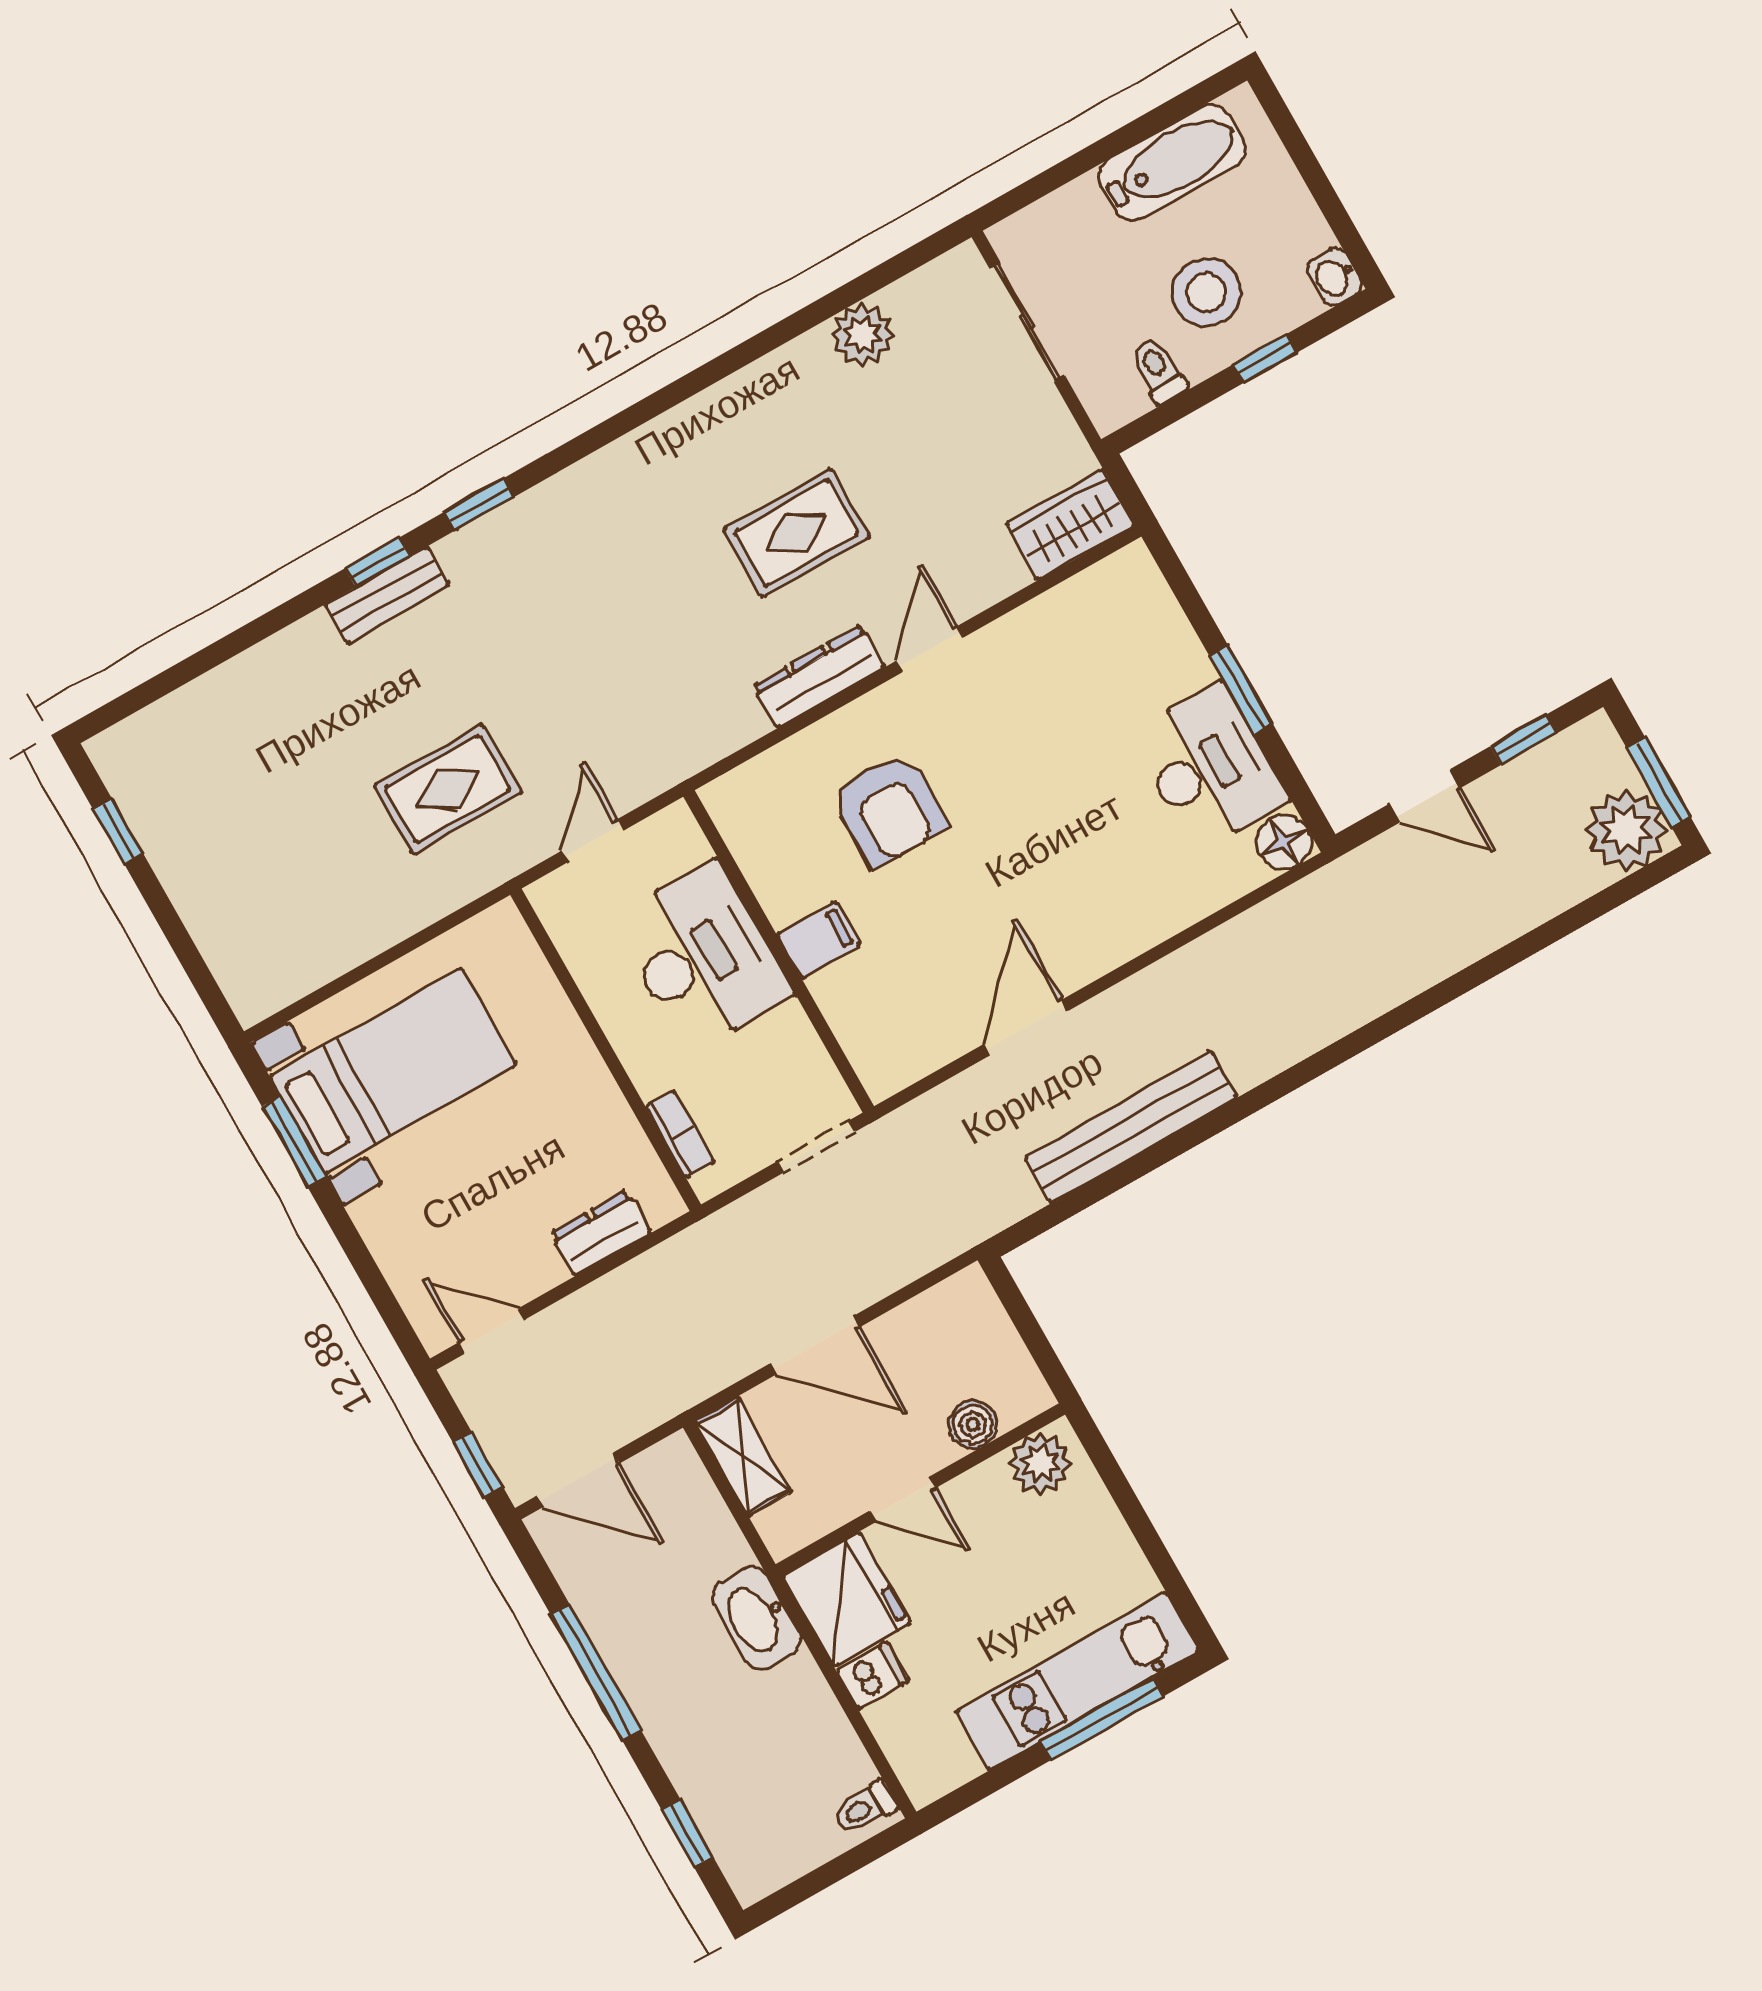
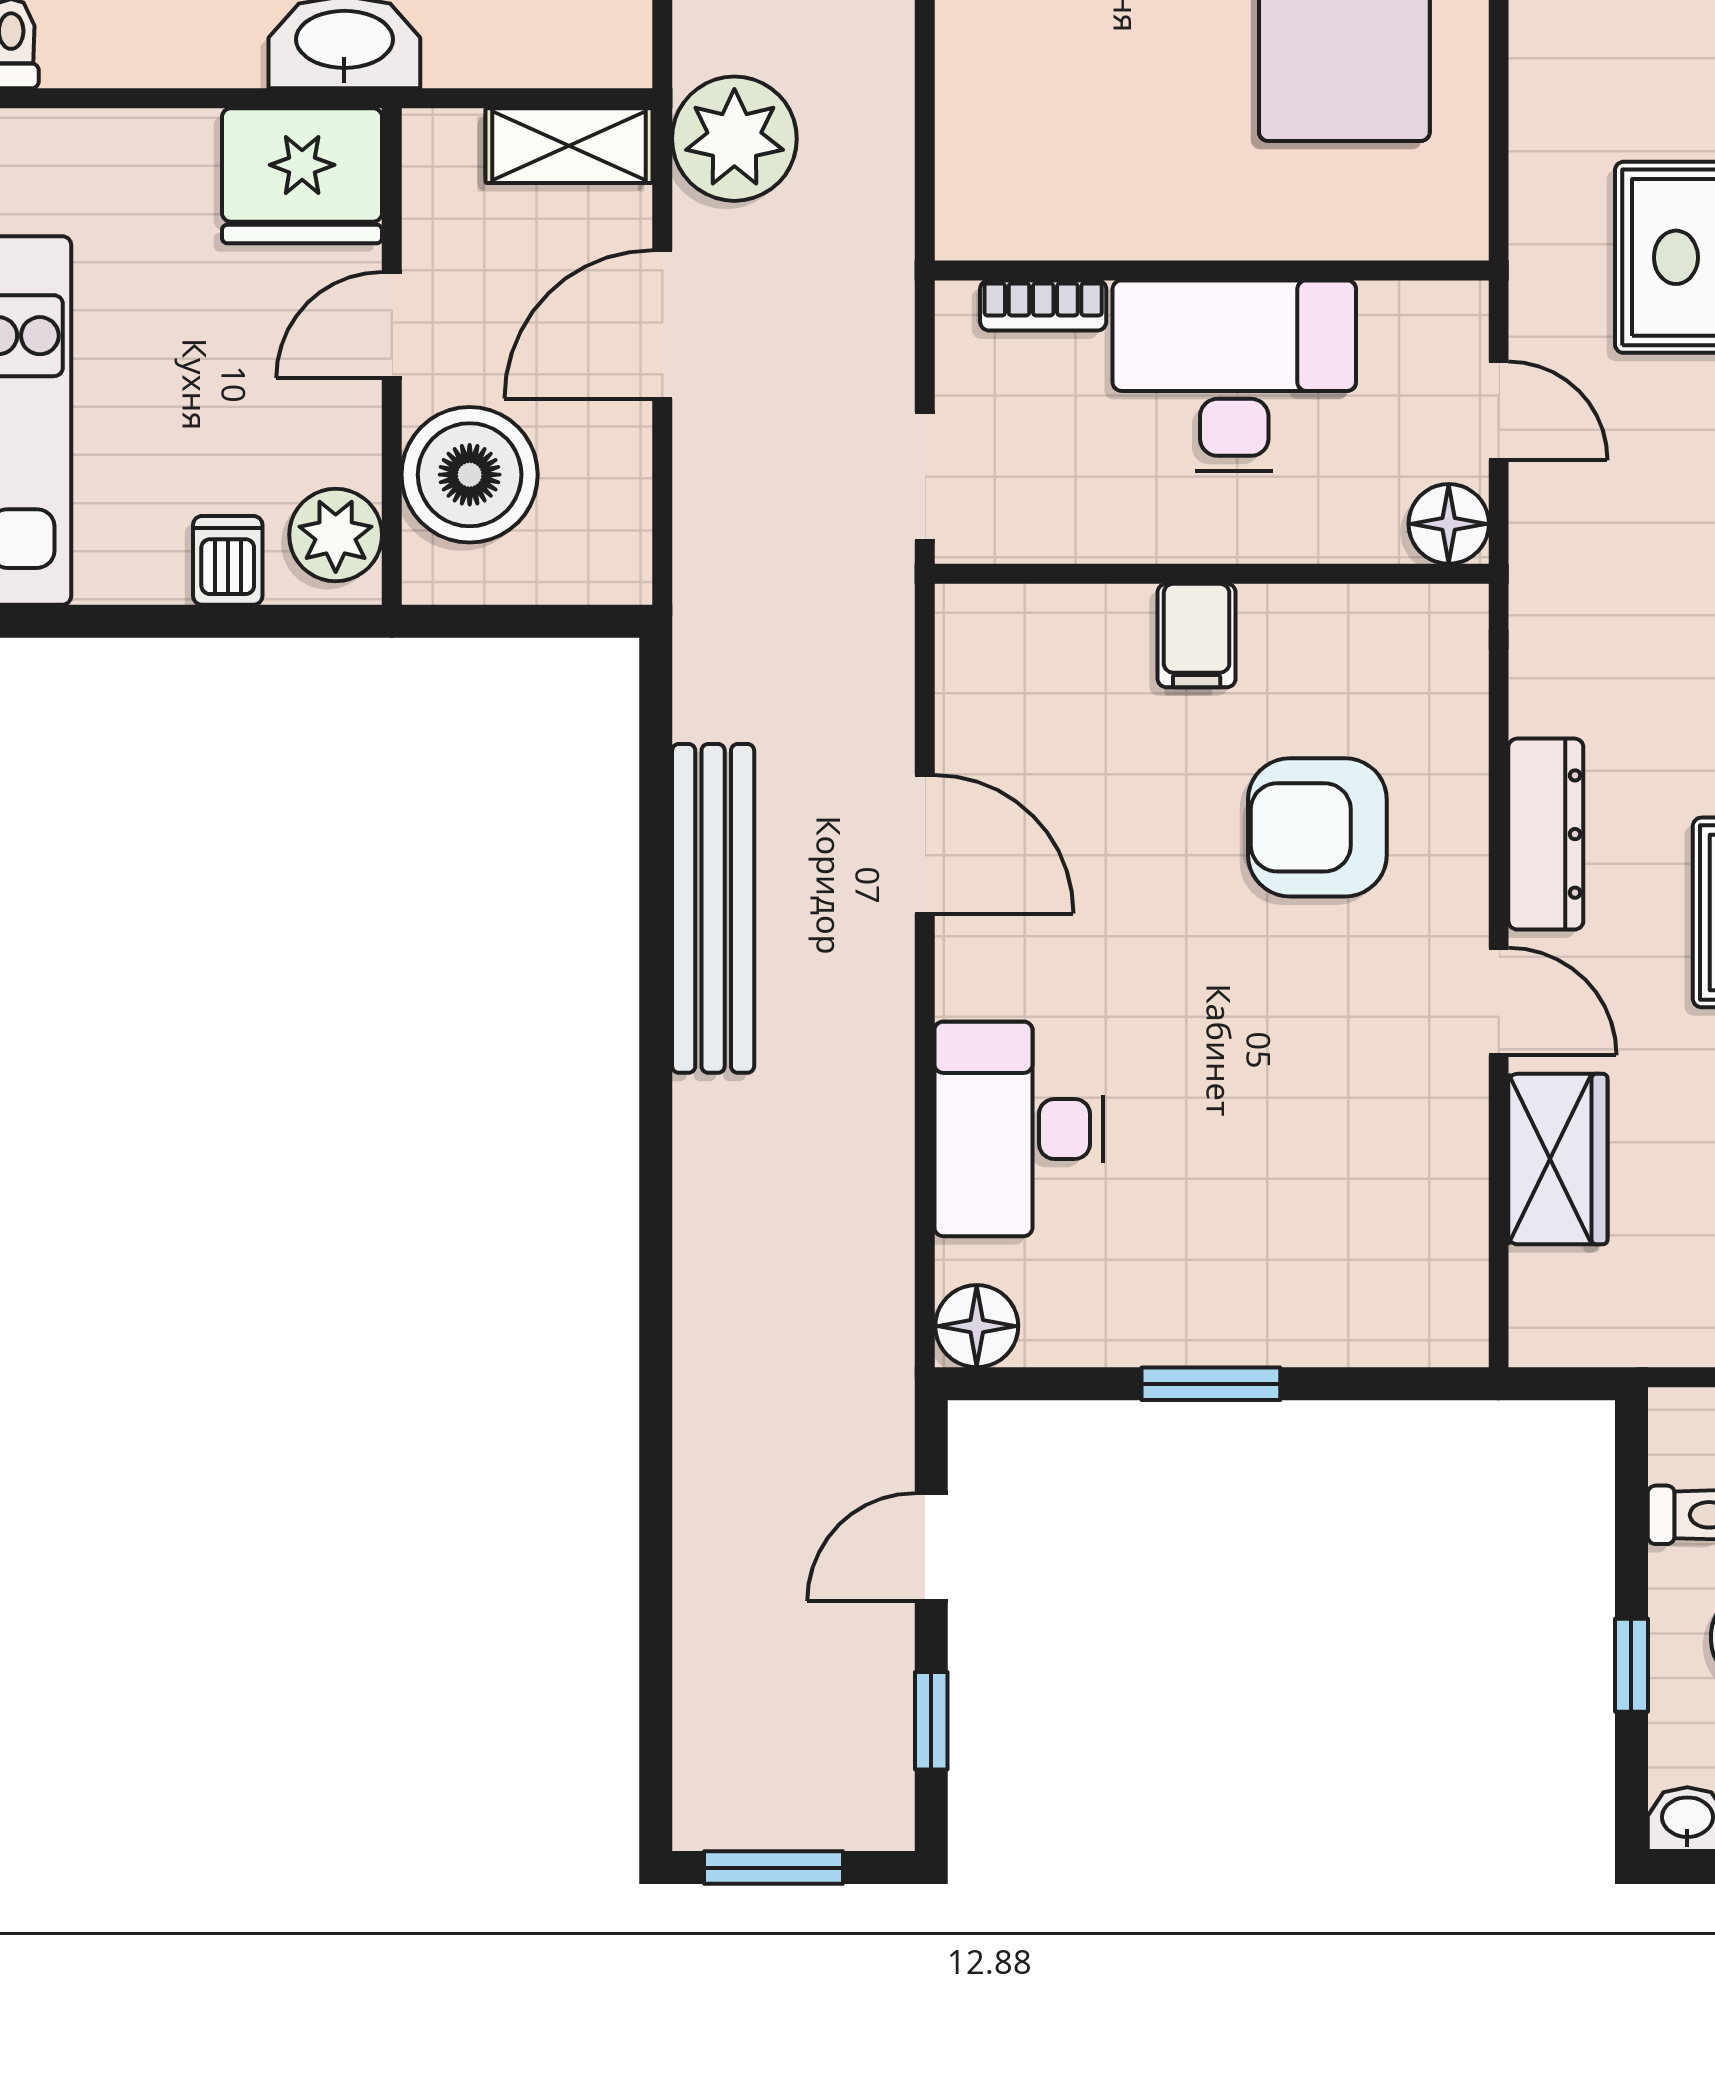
wardrobe: (1070, 525) -> (1558, 1159), moved
desk: (1209, 767) -> (1019, 1129), moved, turned 90
plant: (1626, 830) -> (734, 139), moved
floor lamp: (673, 832) -> (1449, 524), added
desk: (702, 957) -> (1234, 376), moved, turned 180
dresser: (601, 1233) -> (972, 126), removed
boiler: (973, 1425) -> (470, 475), width x1.86, depth x1.86
dishwasher: (872, 1676) -> (228, 560), moved, turned 180

